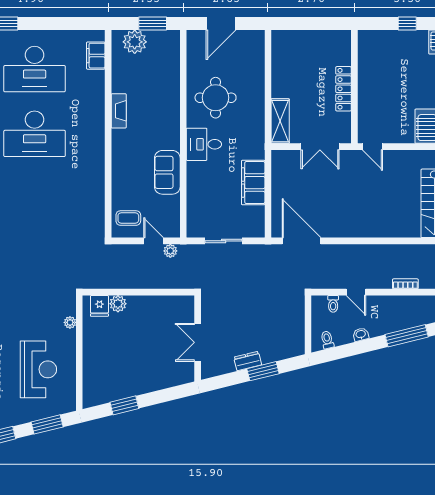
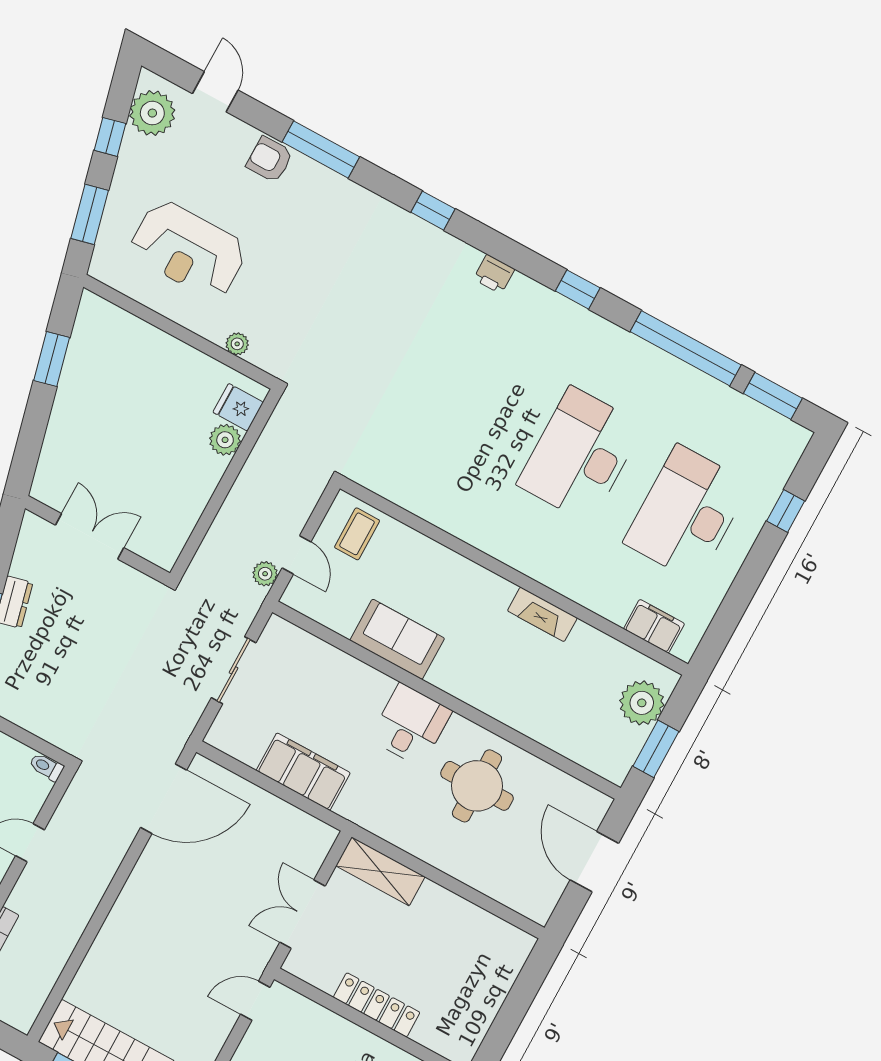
door: (154, 241) -> (296, 555), hinge flipped
toilet: (333, 304) -> (46, 767), moved

